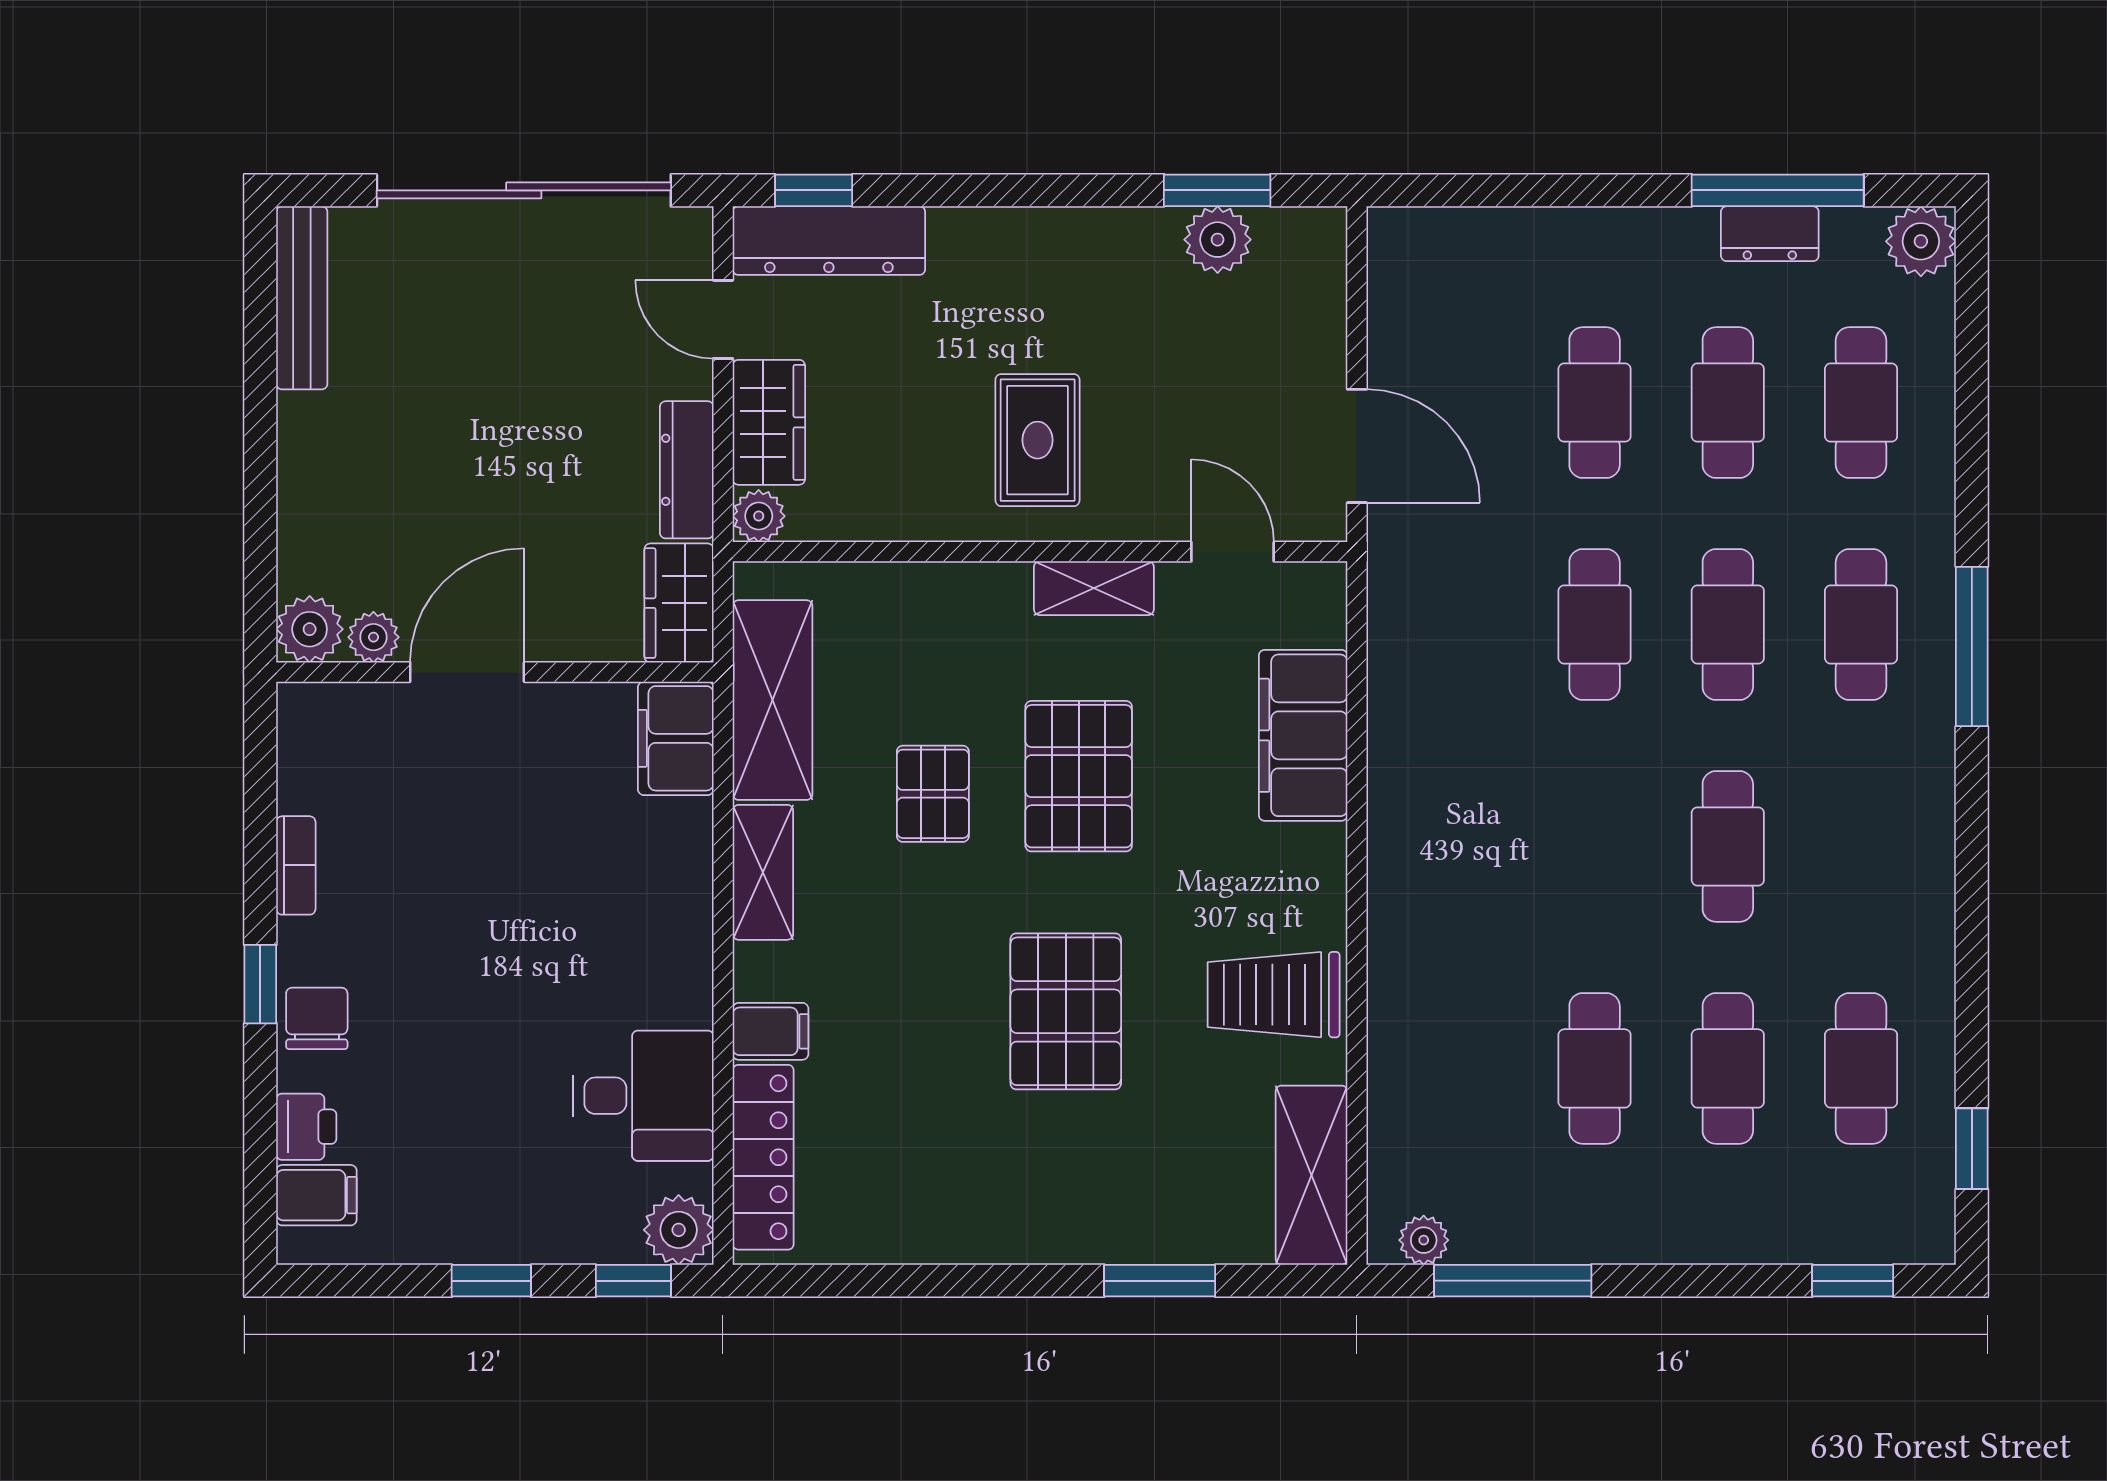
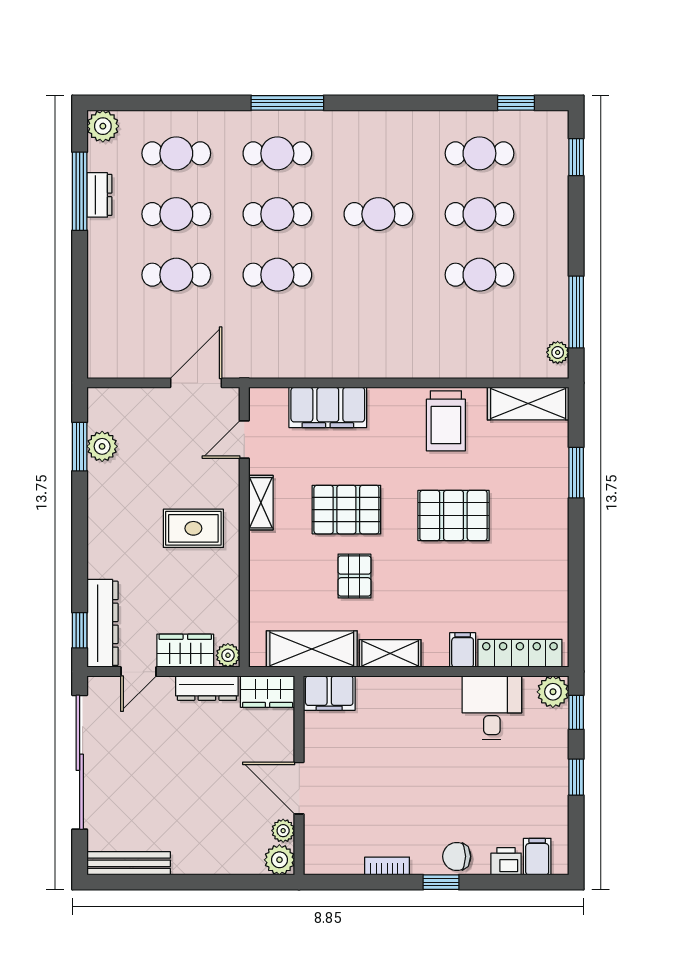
pallet: (933, 794) -> (354, 576), turned 90

